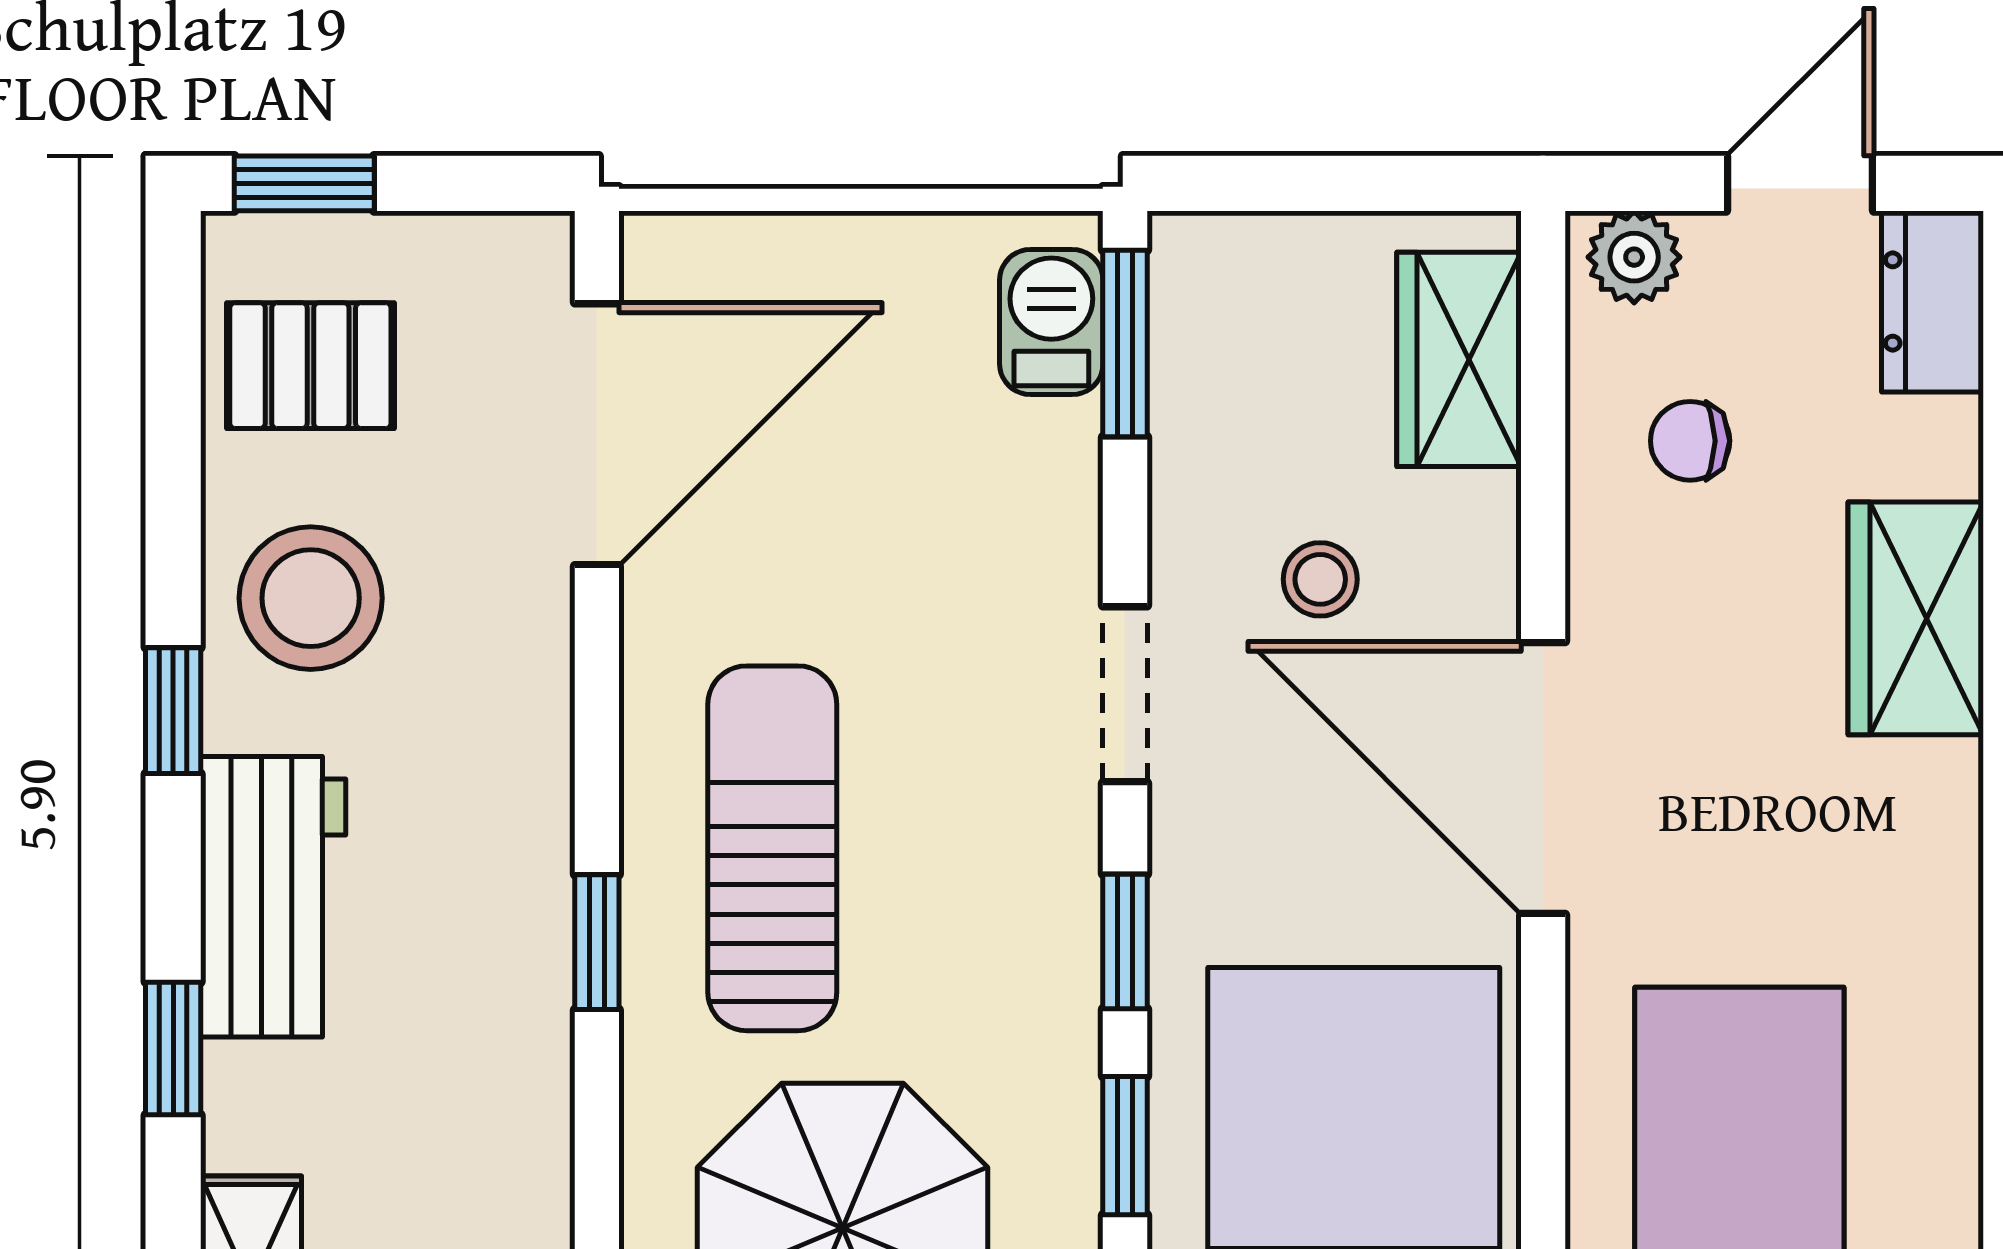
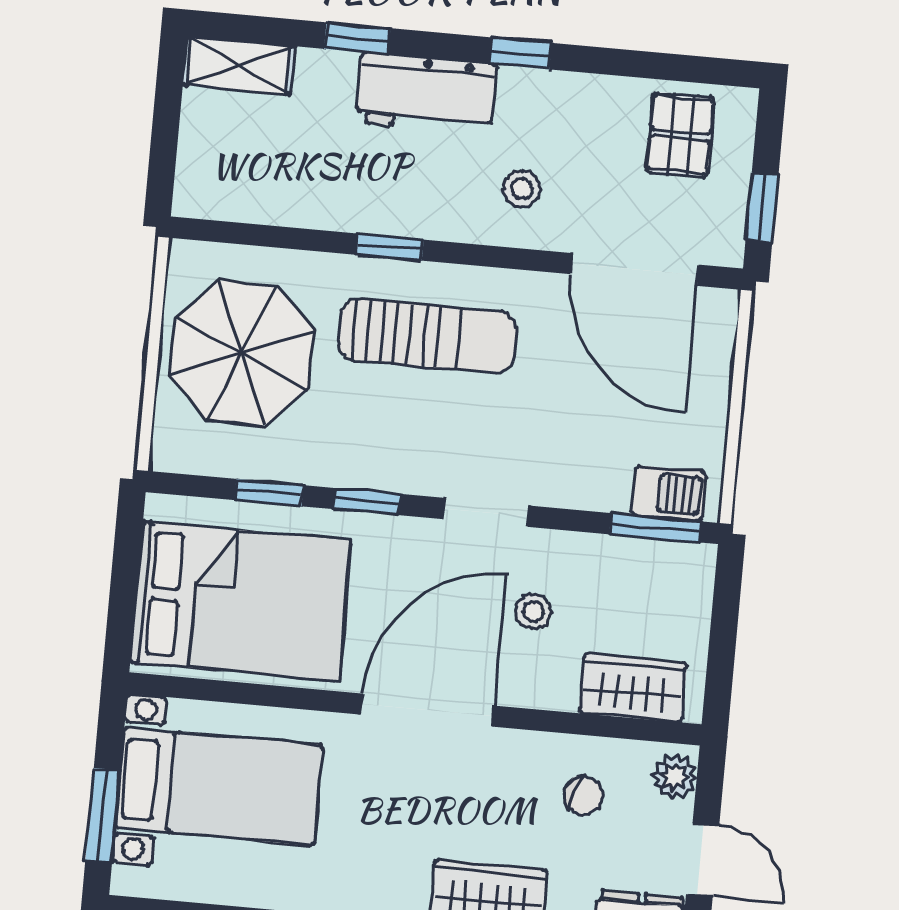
window: (304, 183) -> (762, 207), moved
chair: (1690, 441) -> (584, 796), turned 107
stool: (311, 598) -> (522, 189), moved, width x0.53, depth x0.53

